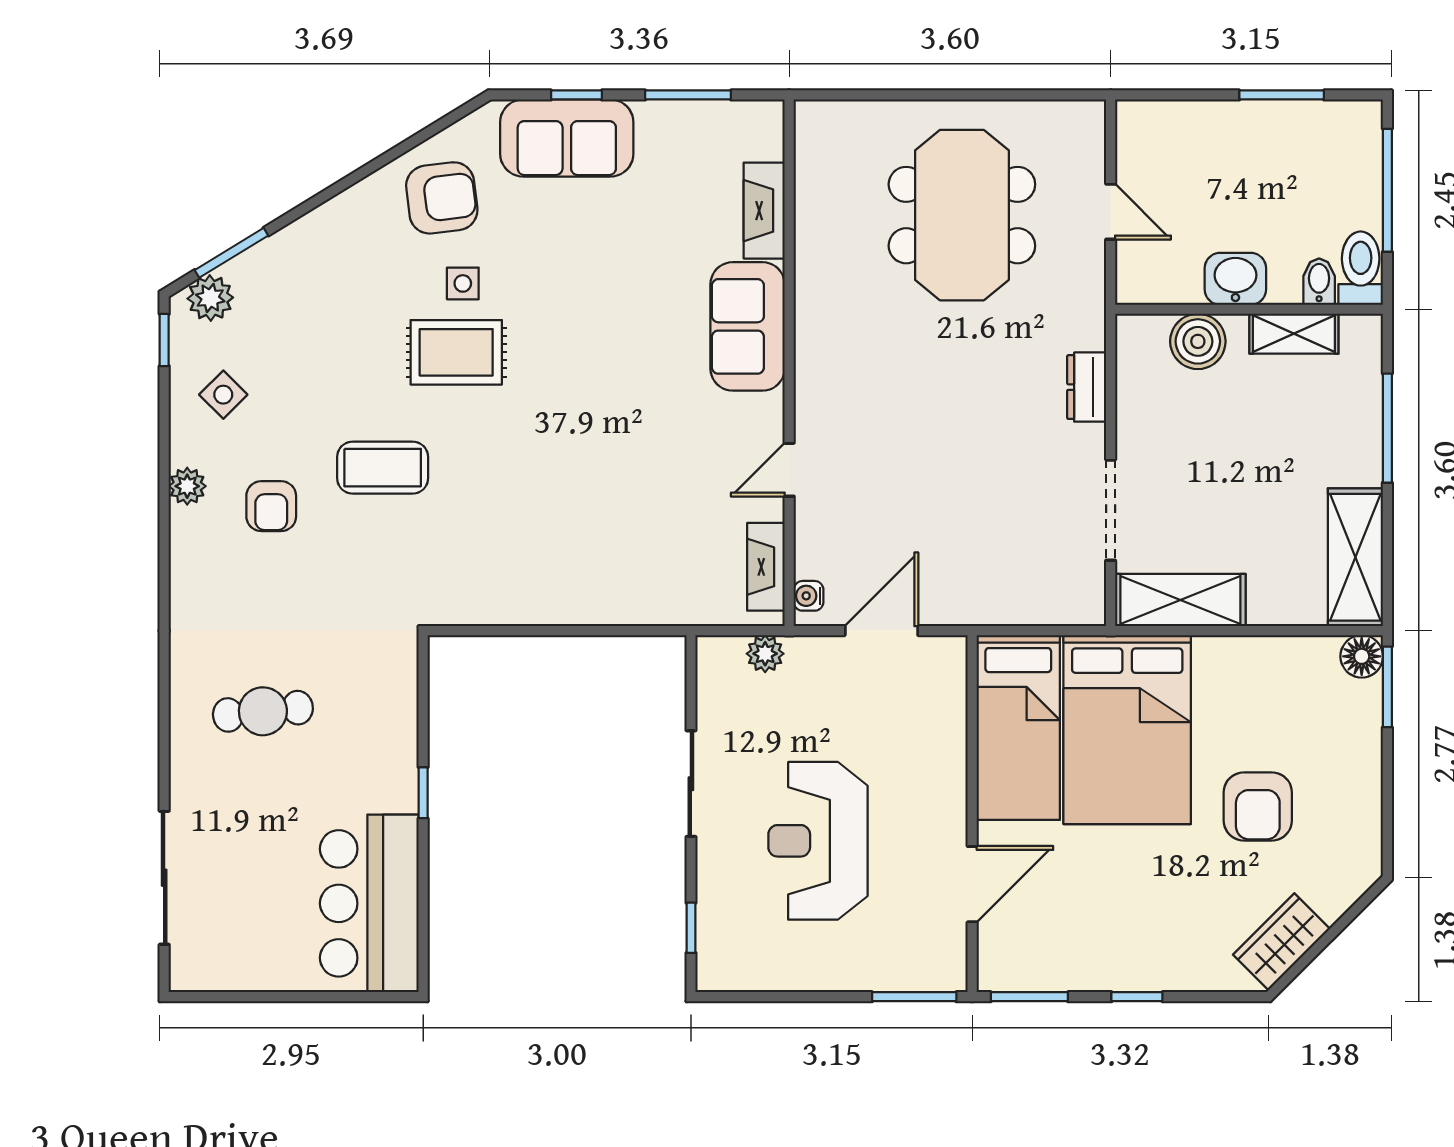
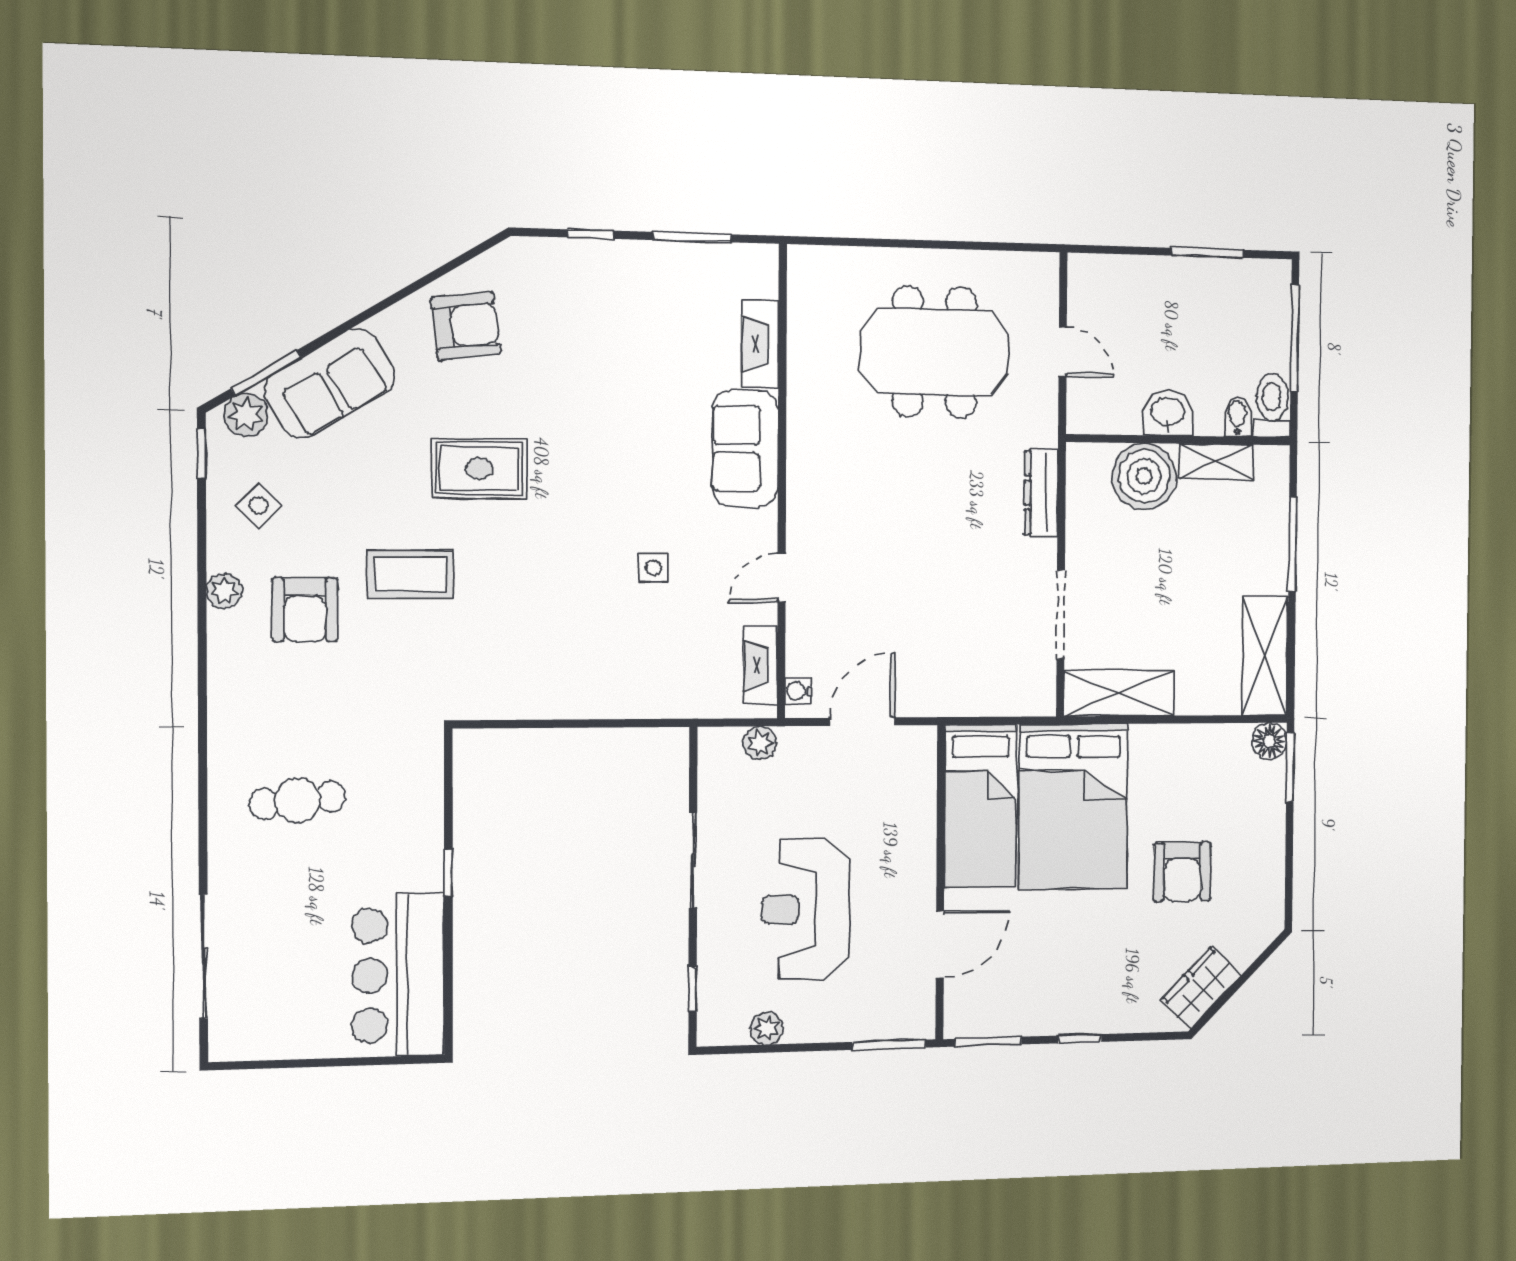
sofa: (567, 138) -> (330, 383), moved, turned -31
meeting table: (962, 215) -> (935, 352), turned 90
side table: (463, 283) -> (653, 568), moved
boiler: (1198, 341) -> (1144, 476), width x1.37, depth x1.37
dresser: (1087, 387) -> (1041, 493), width x1.44
armchair: (271, 506) -> (305, 610), width x1.38, depth x1.38
plant: (774, 974) -> (767, 1028), added

